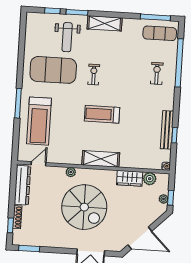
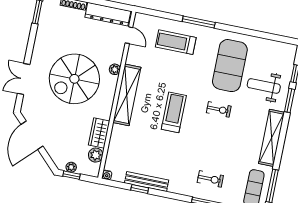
shelving: (105, 23) -> (271, 138), width x1.47
treadmill: (39, 121) -> (176, 42), width x0.73, depth x0.73
shelving: (101, 159) -> (127, 95), width x1.47

